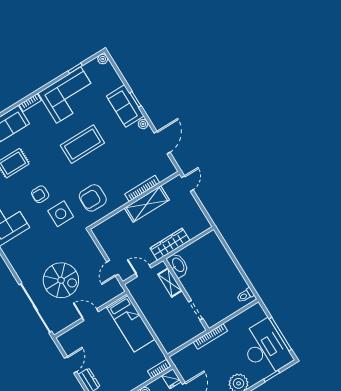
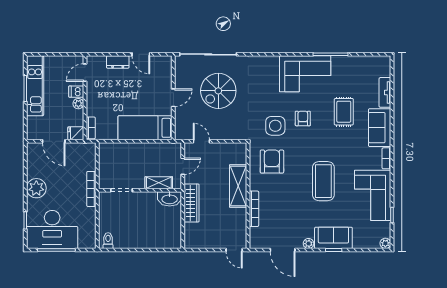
shelving: (147, 204) -> (238, 186), moved

